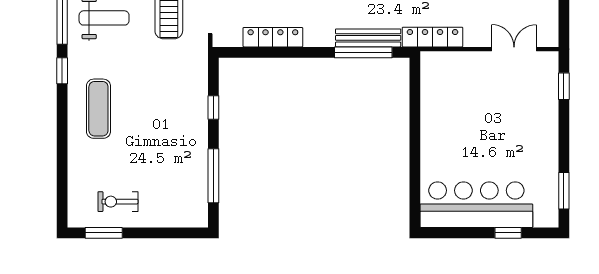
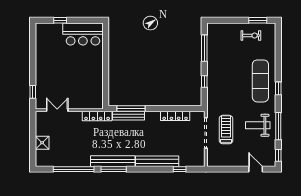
double door: (514, 49) -> (57, 110), swing flipped
window: (62, 71) -> (278, 88), moved
exercise mat: (98, 109) -> (260, 81), width x1.36, depth x1.45
window: (564, 191) -> (33, 41), removed
bar counter: (476, 205) -> (83, 34), width x0.73

